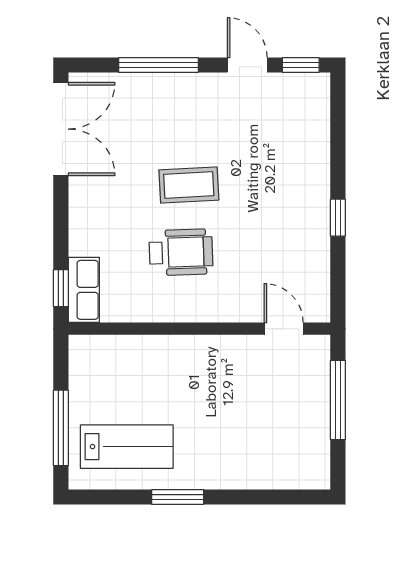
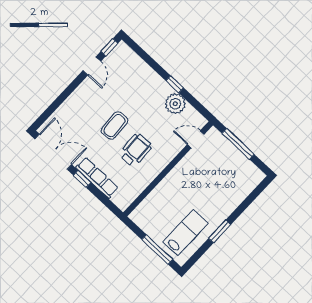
window: (159, 65) -> (63, 97), removed
door: (247, 65) -> (92, 66), swing flipped
plant: (309, 246) -> (175, 104), added
window: (61, 288) -> (82, 179), moved
row of seats: (84, 290) -> (97, 178), moved, width x1.48

